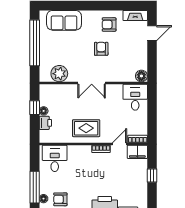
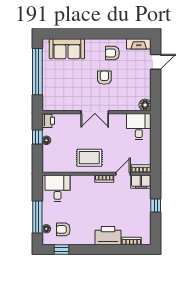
plant: (59, 74) -> (62, 103), removed
printer: (45, 123) -> (48, 121), moved

